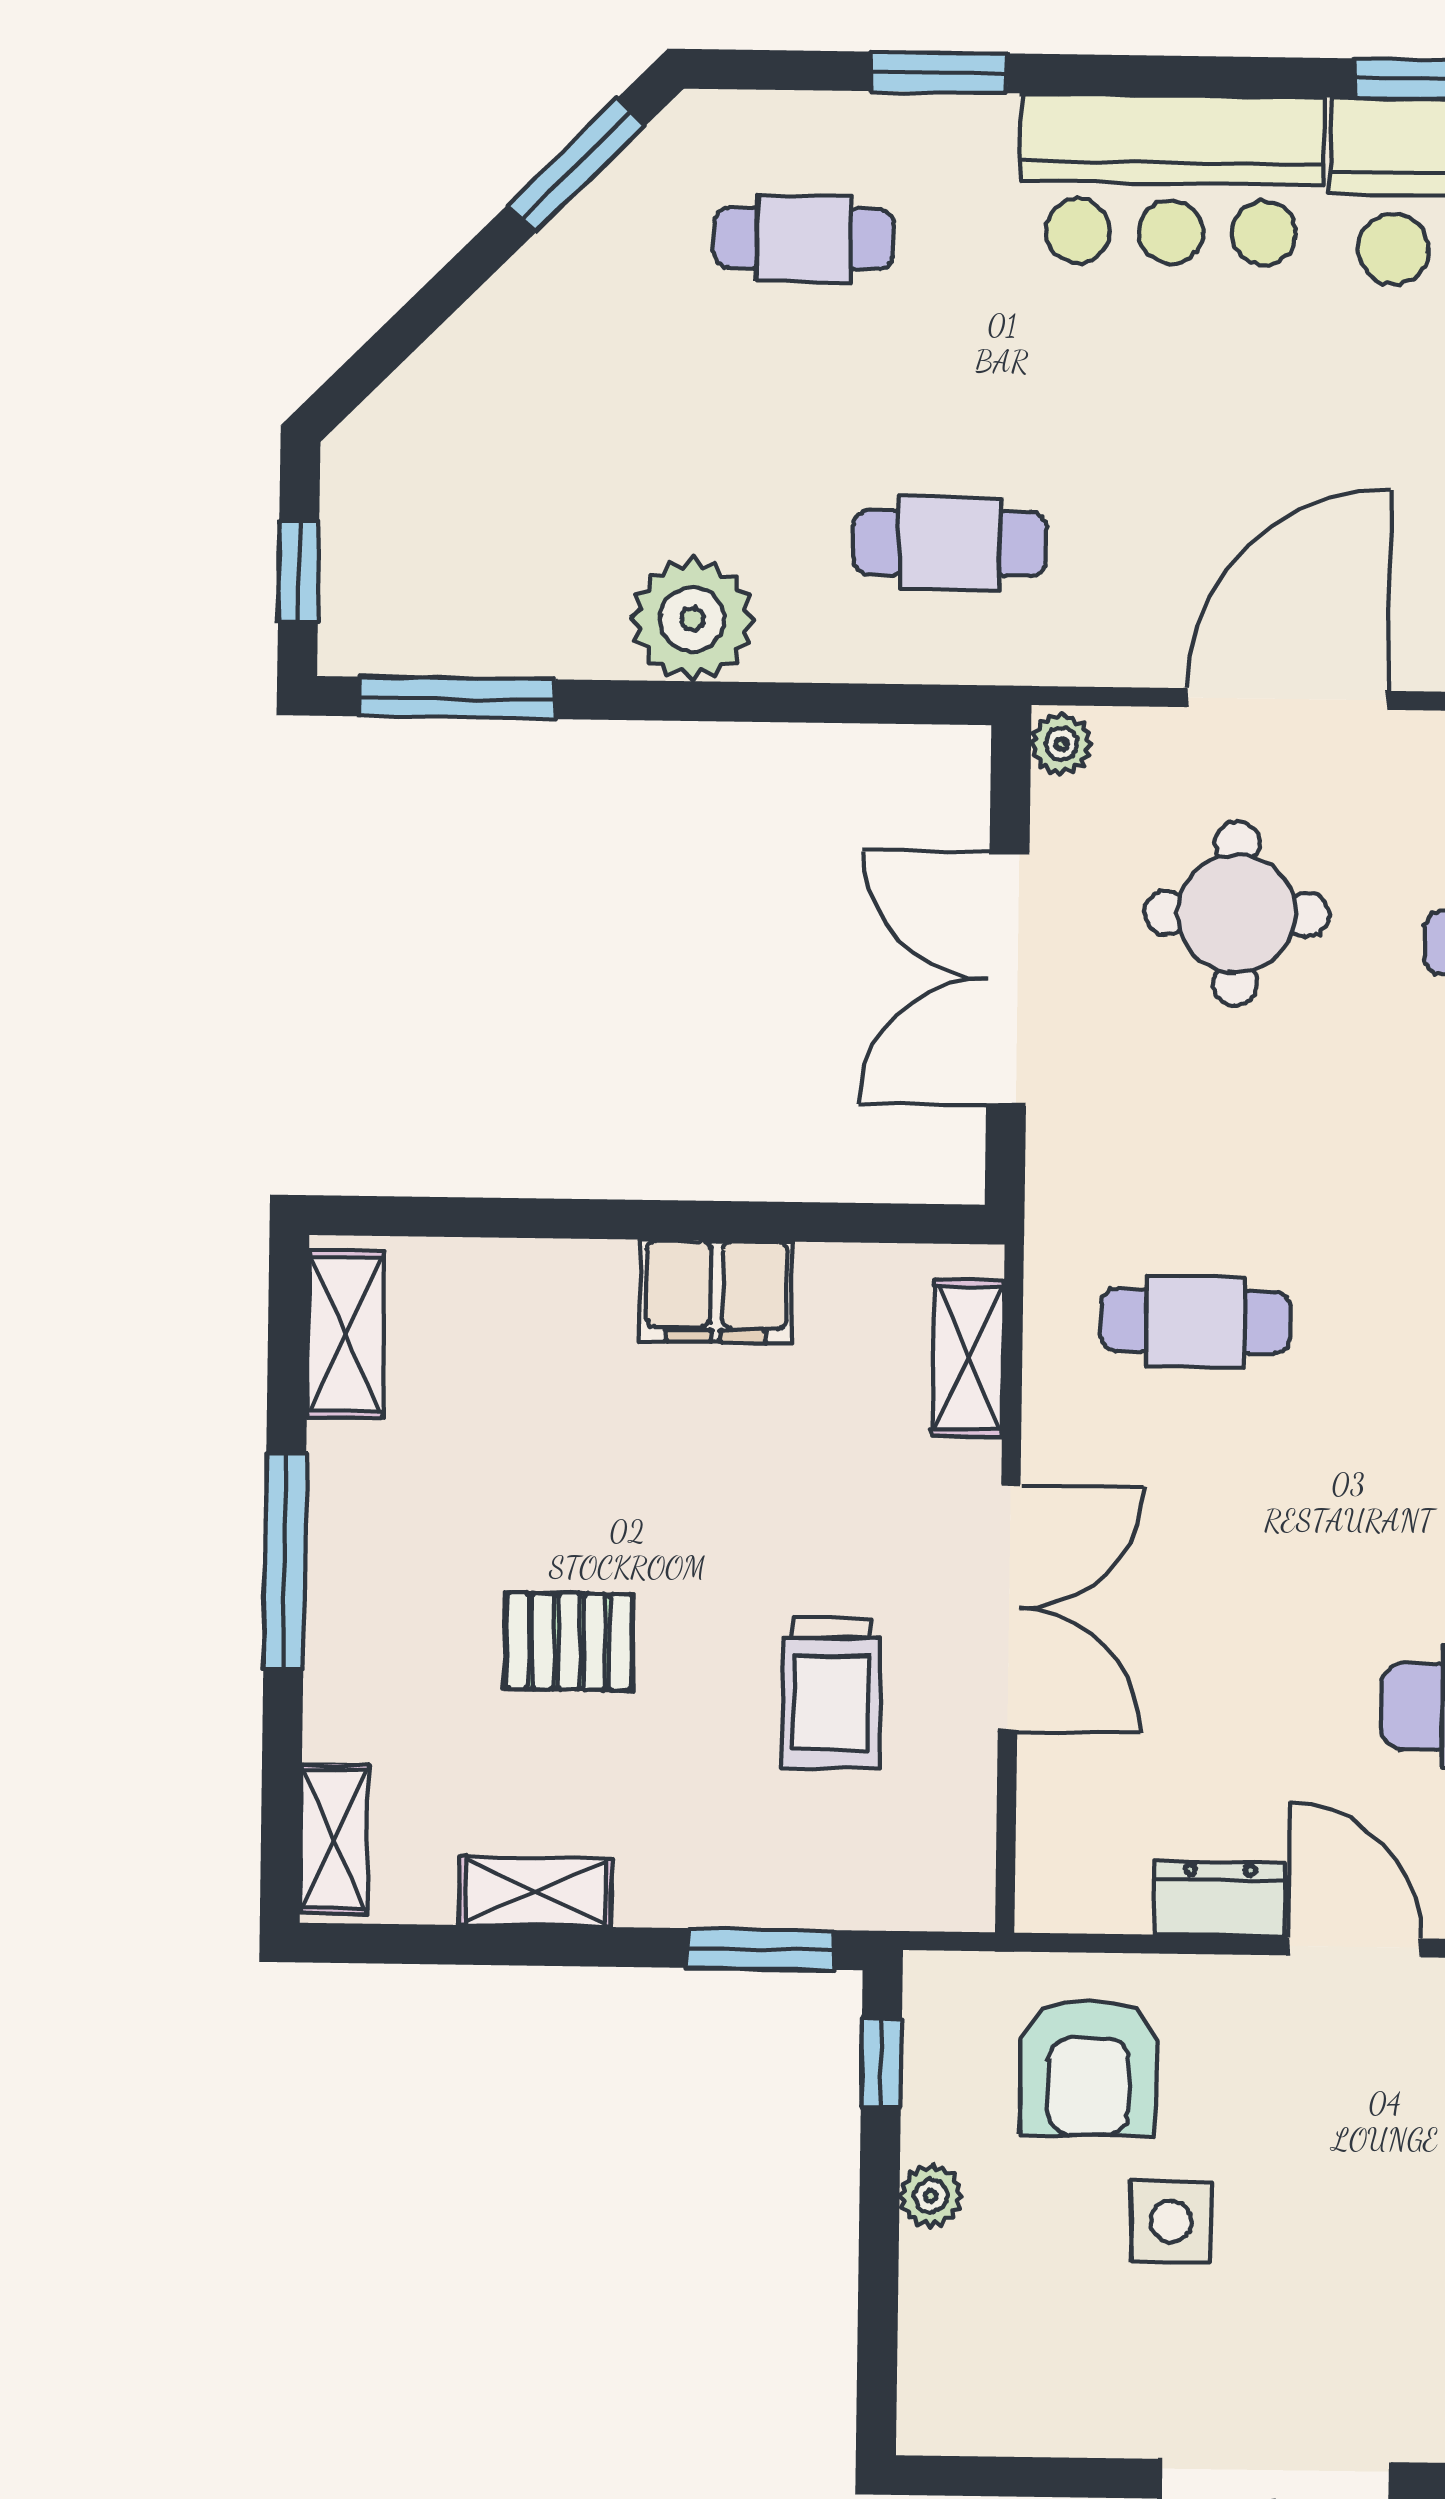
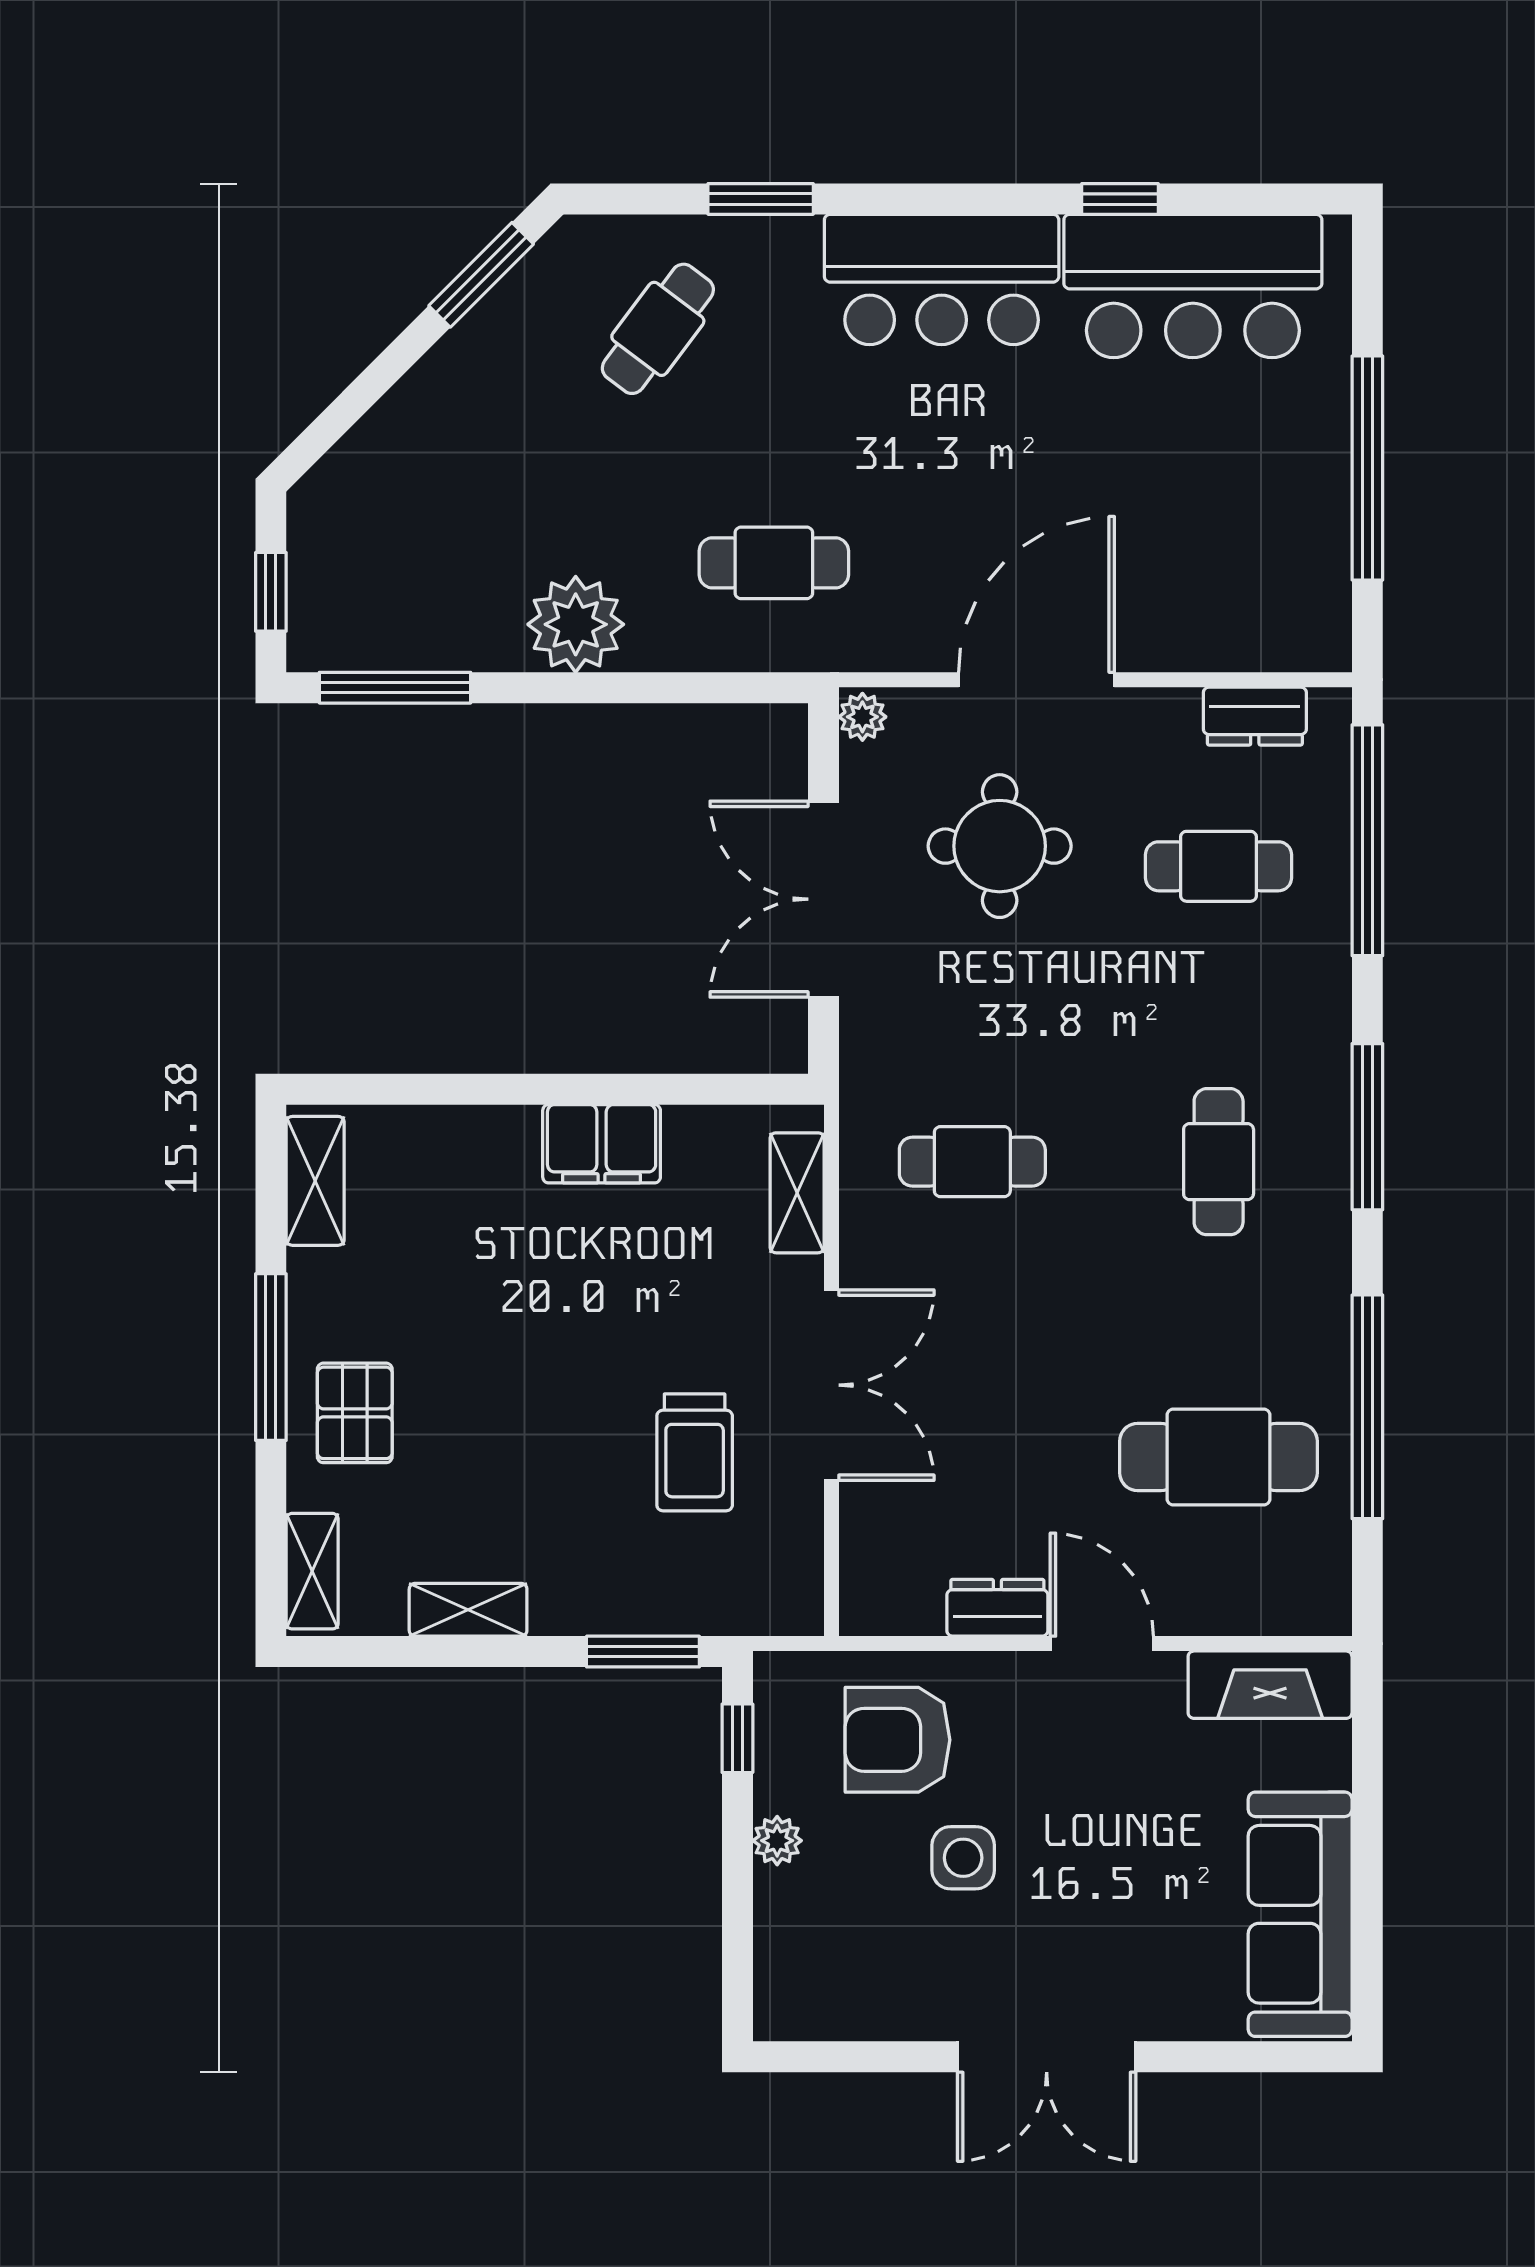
cafe table: (804, 238) -> (658, 329), turned -53
pallet: (569, 1641) -> (355, 1413), moved, turned 90
armchair: (1088, 2068) -> (898, 1740), turned 90

